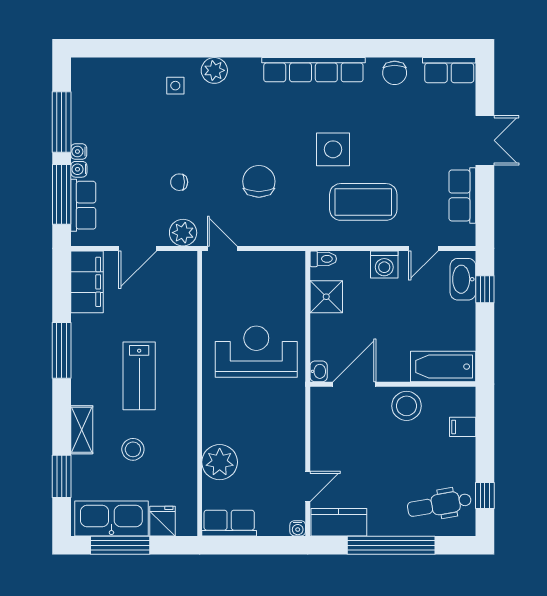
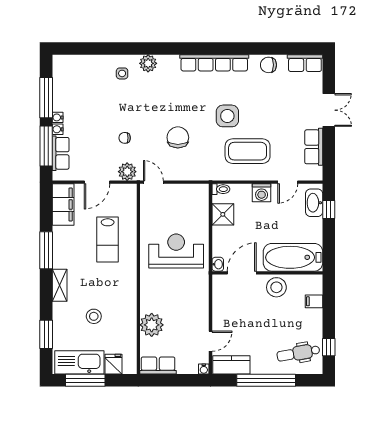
chair: (395, 73) -> (268, 65), turned 90
bathtub: (443, 367) -> (293, 257), width x1.36, depth x1.36
lab bench: (139, 376) -> (108, 240), moved
shelving: (82, 430) -> (60, 285), moved

